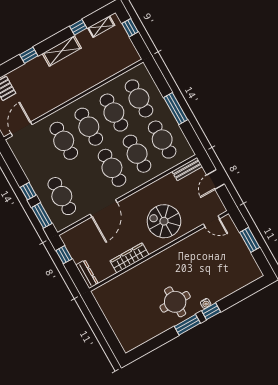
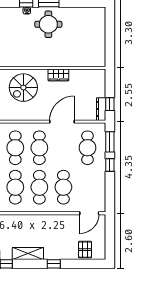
spiral stairs: (164, 221) -> (23, 88), turned 90
wardrobe: (129, 258) -> (58, 75), width x0.67
dresser: (87, 274) -> (101, 109), moved

